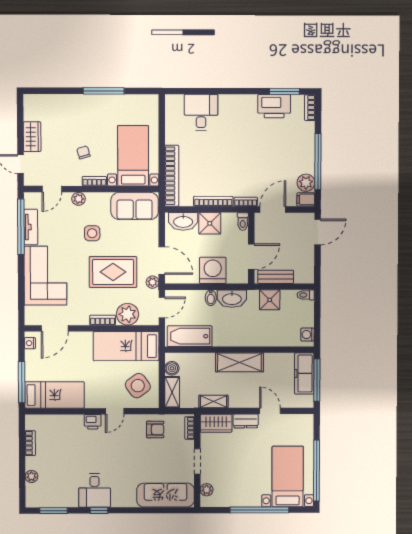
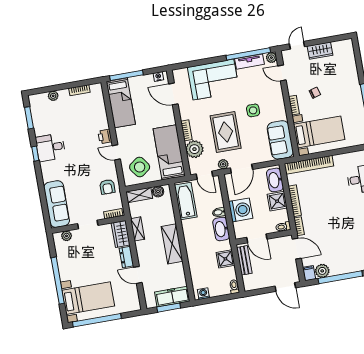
plant: (78, 199) -> (271, 58), moved
window: (317, 380) -> (169, 308), width x0.69
door: (270, 411) -> (138, 275), swing flipped

